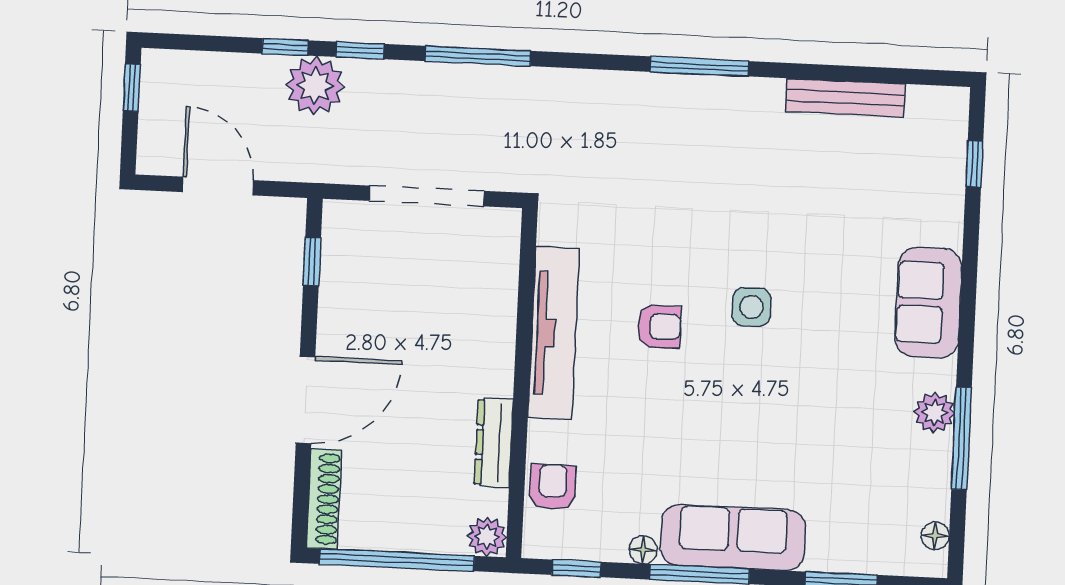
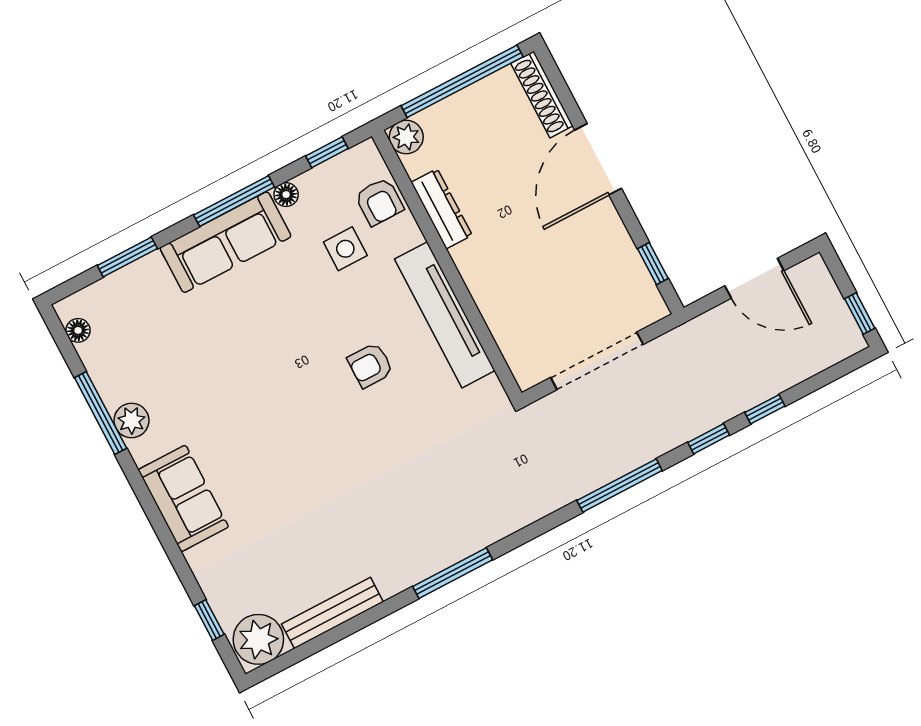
plant: (315, 86) -> (258, 639), moved
side table: (752, 307) -> (345, 249), moved

